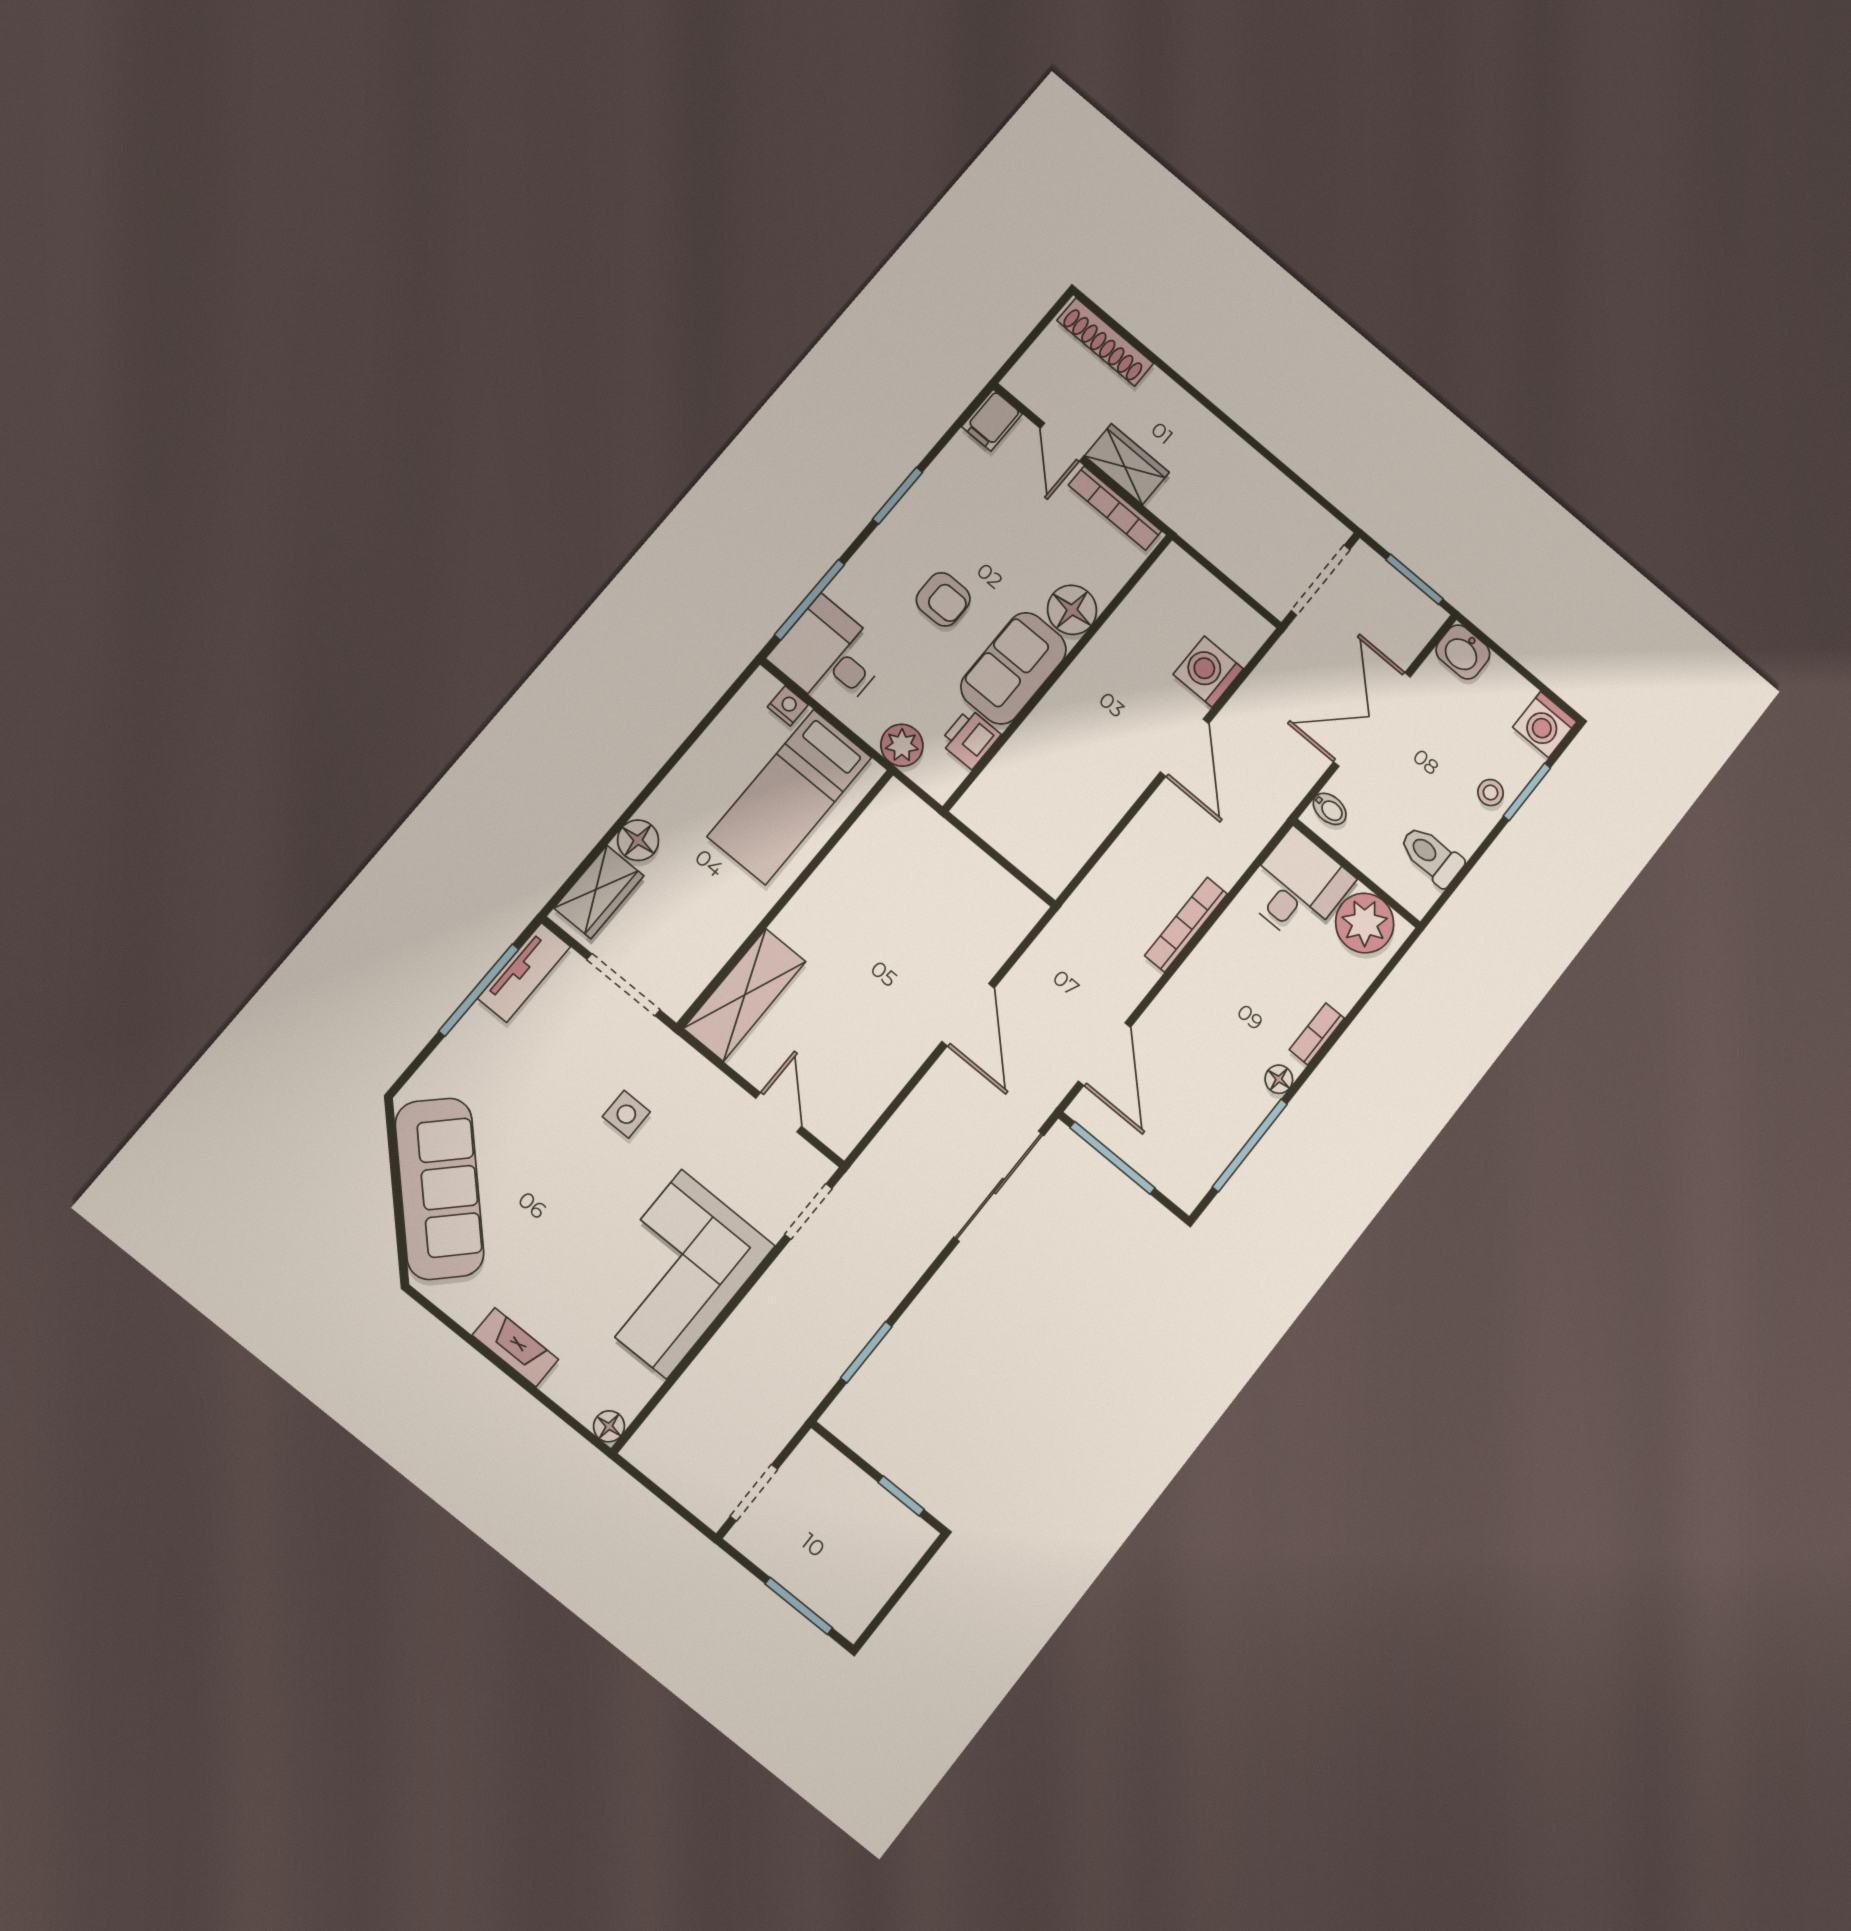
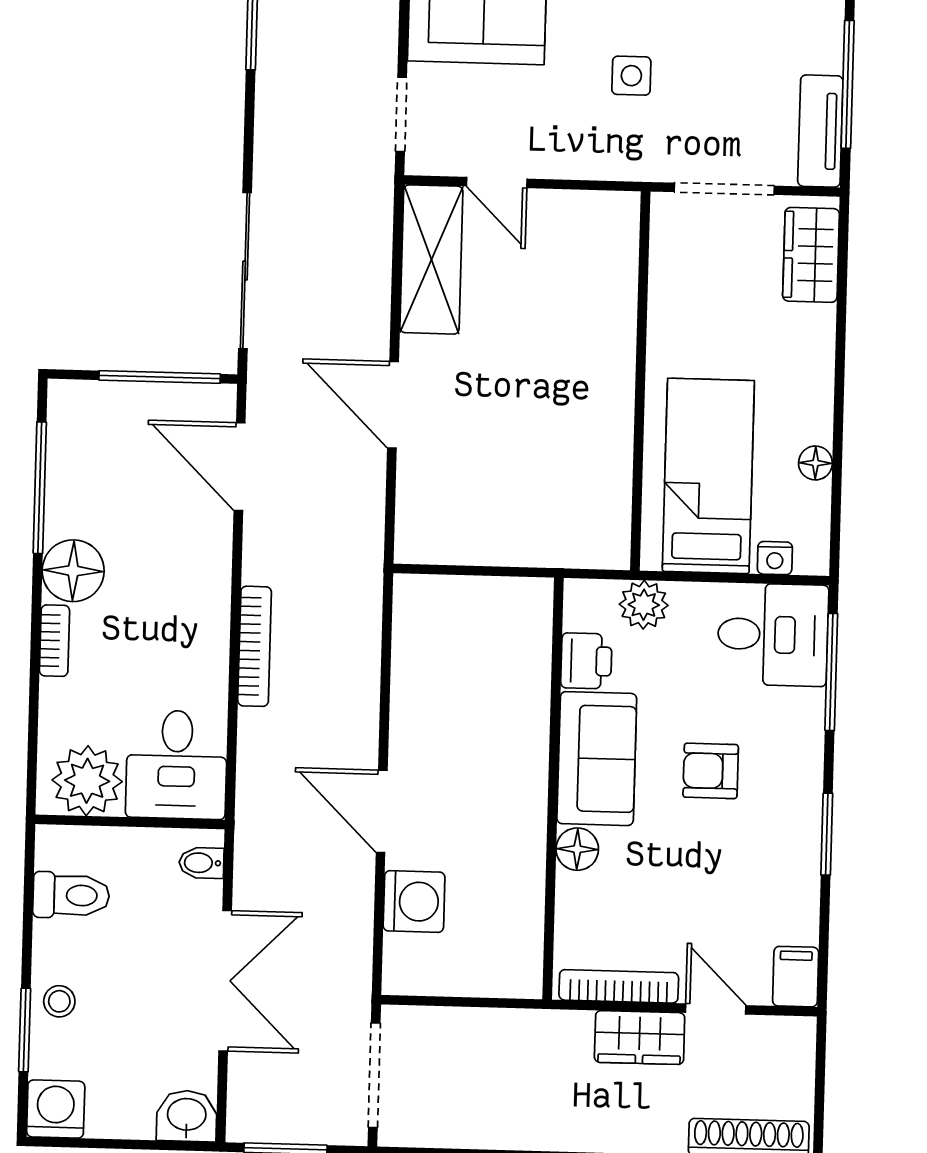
floor lamp: (1072, 610) -> (577, 849), width x0.73, depth x0.73
floor lamp: (638, 840) -> (815, 463), moved, width x0.73, depth x0.73
shelving: (745, 995) -> (431, 259), moved
floor lamp: (1279, 1079) -> (73, 571), width x1.89, depth x1.89

